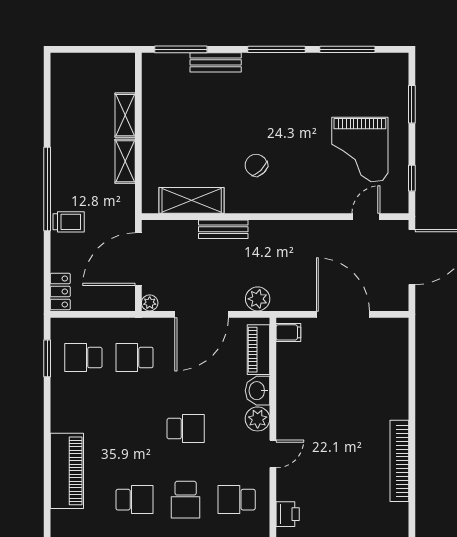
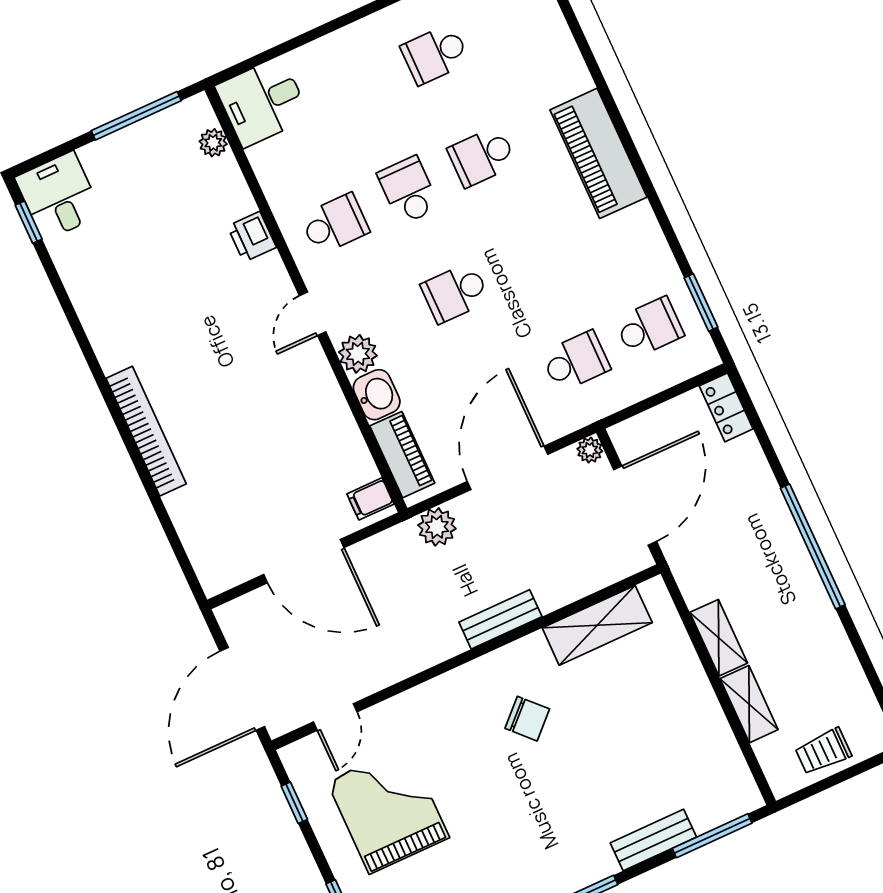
trolley: (69, 222) -> (823, 751), moved
bench: (223, 229) -> (500, 619), moved
bookcase: (399, 461) -> (146, 431), moved

